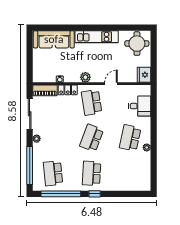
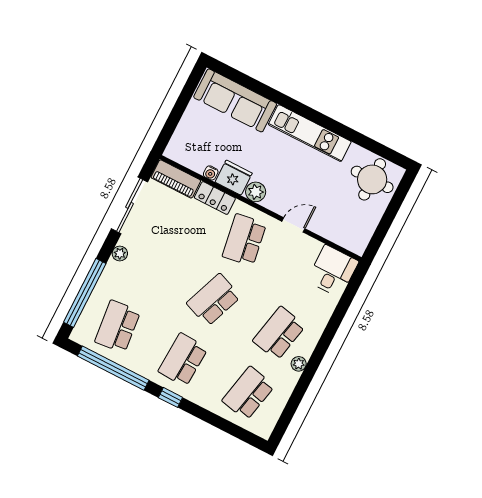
fridge: (144, 75) -> (234, 178), moved, turned 90
desk: (140, 106) -> (333, 271), moved, turned -90
school desk: (130, 173) -> (248, 393), added

